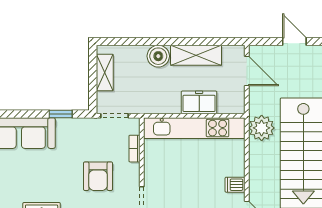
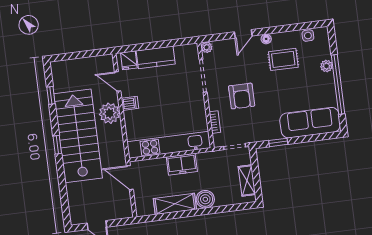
door: (247, 71) -> (130, 178), moved
freezer: (199, 102) -> (182, 164), moved
plant: (262, 128) -> (110, 113), moved
armchair: (98, 176) -> (242, 96), turned 180

